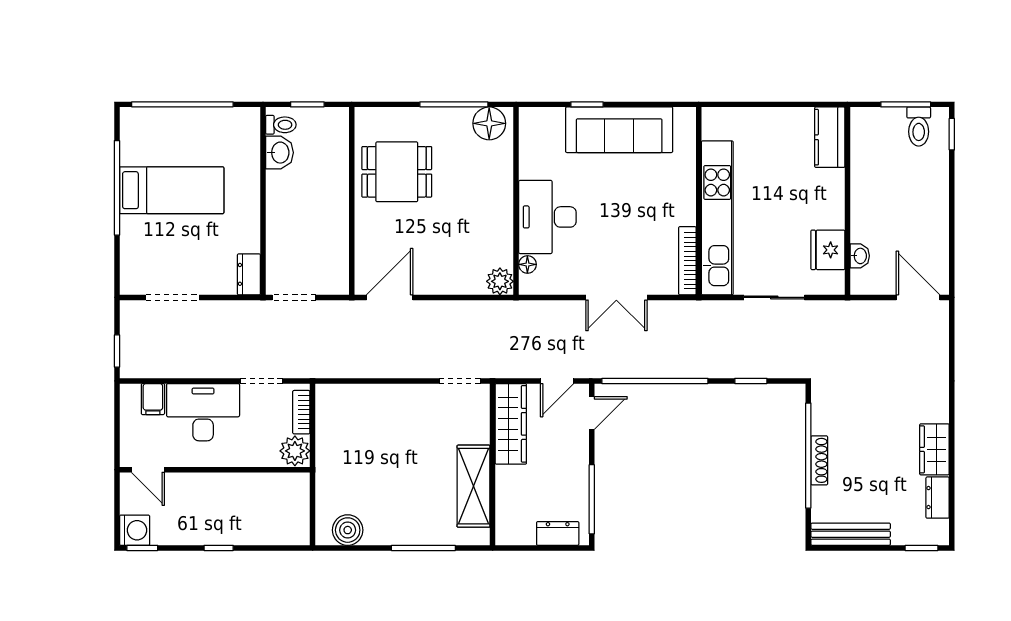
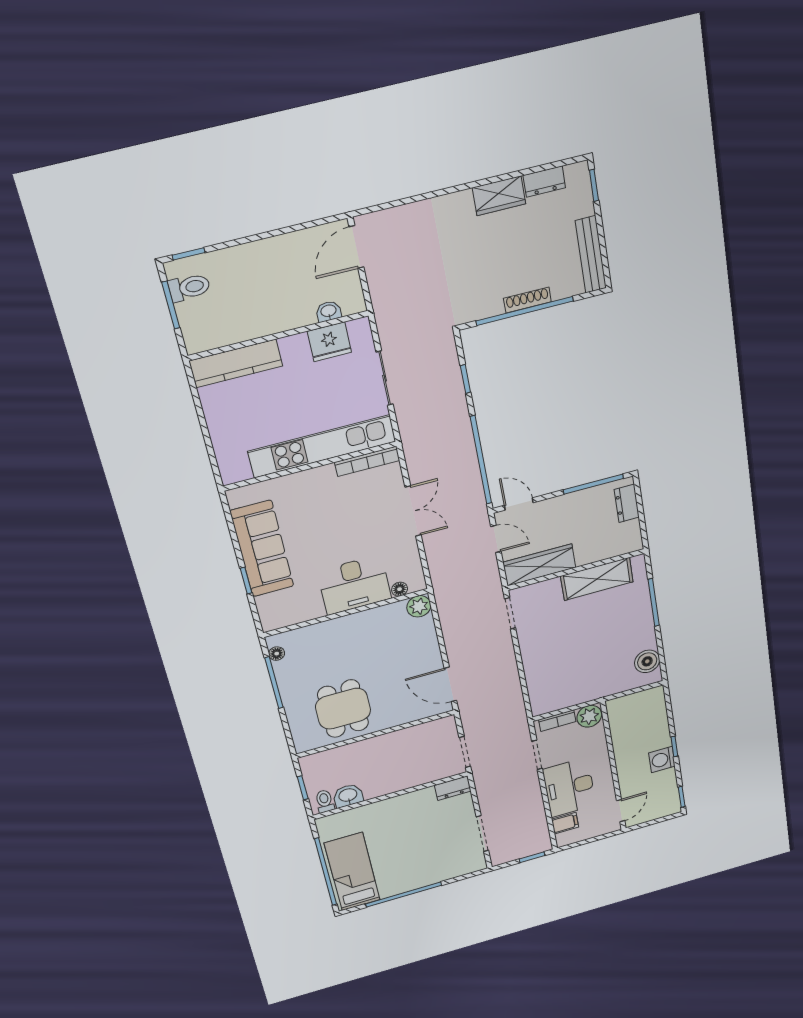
floor lamp: (489, 123) -> (277, 654), width x0.53, depth x0.53
kitchen counter: (830, 137) -> (236, 363), width x1.50
bed: (172, 190) -> (352, 872), moved
washing machine: (135, 530) -> (662, 760), moved, turned -90

